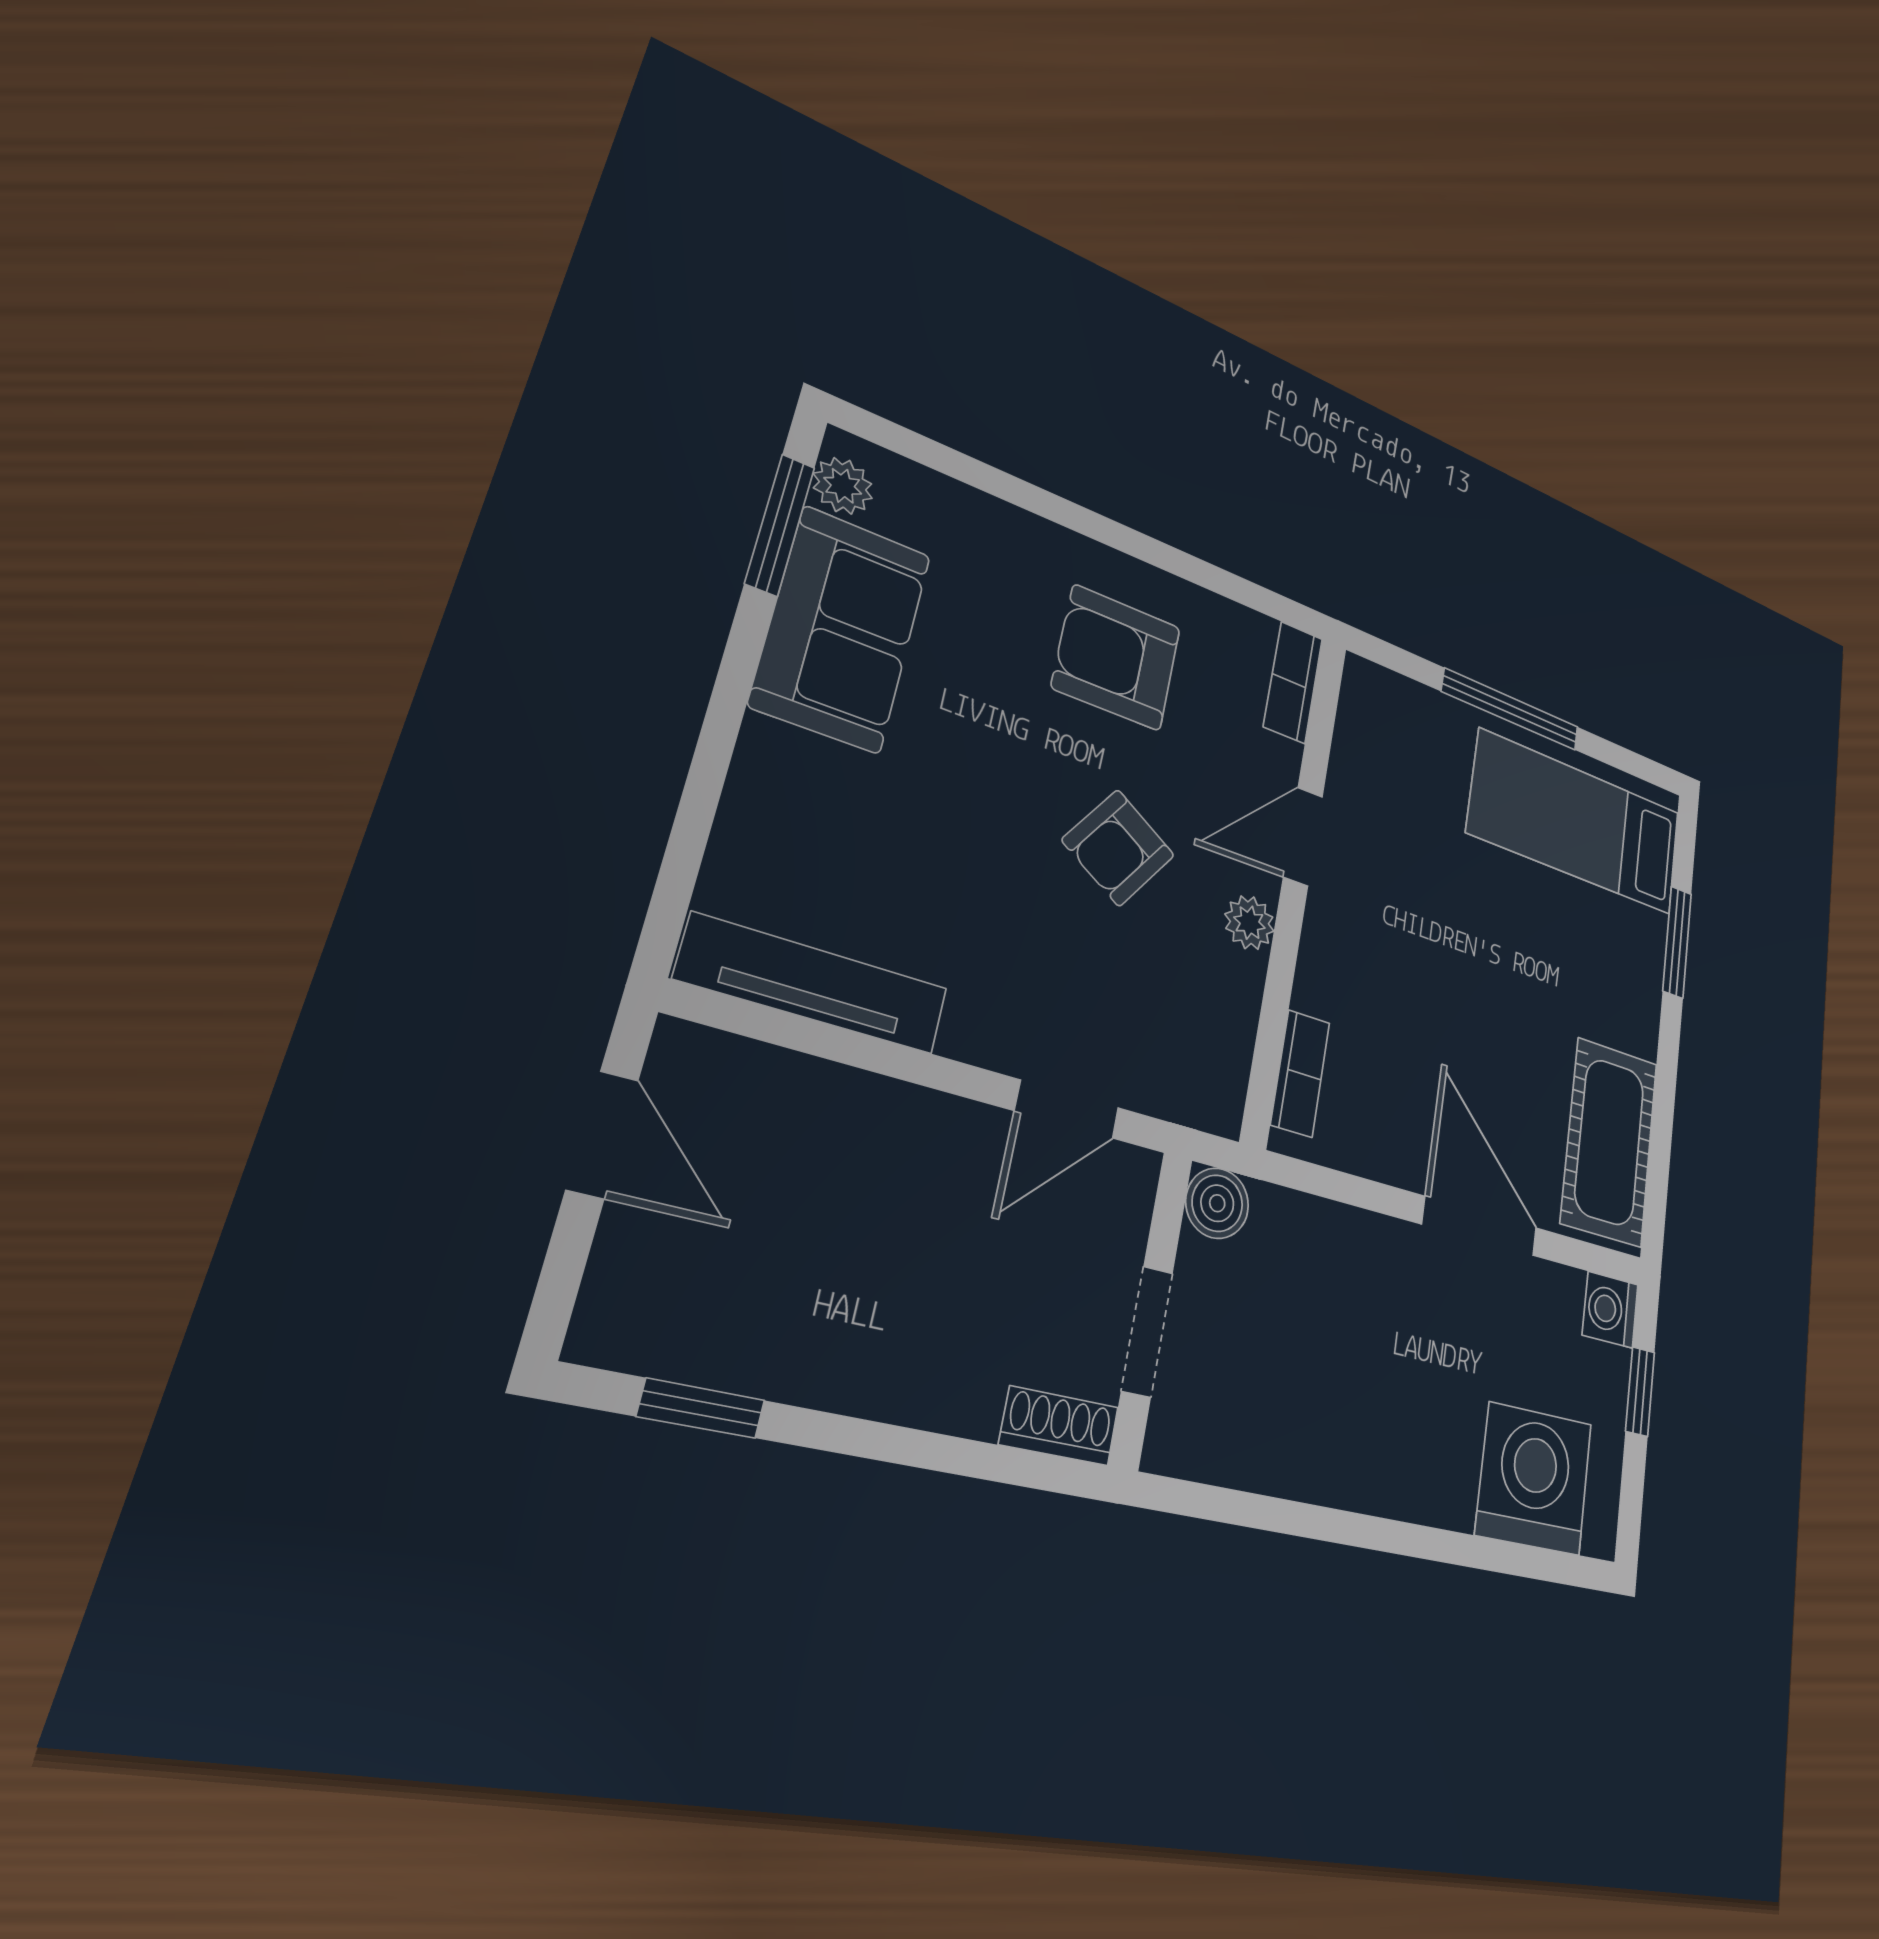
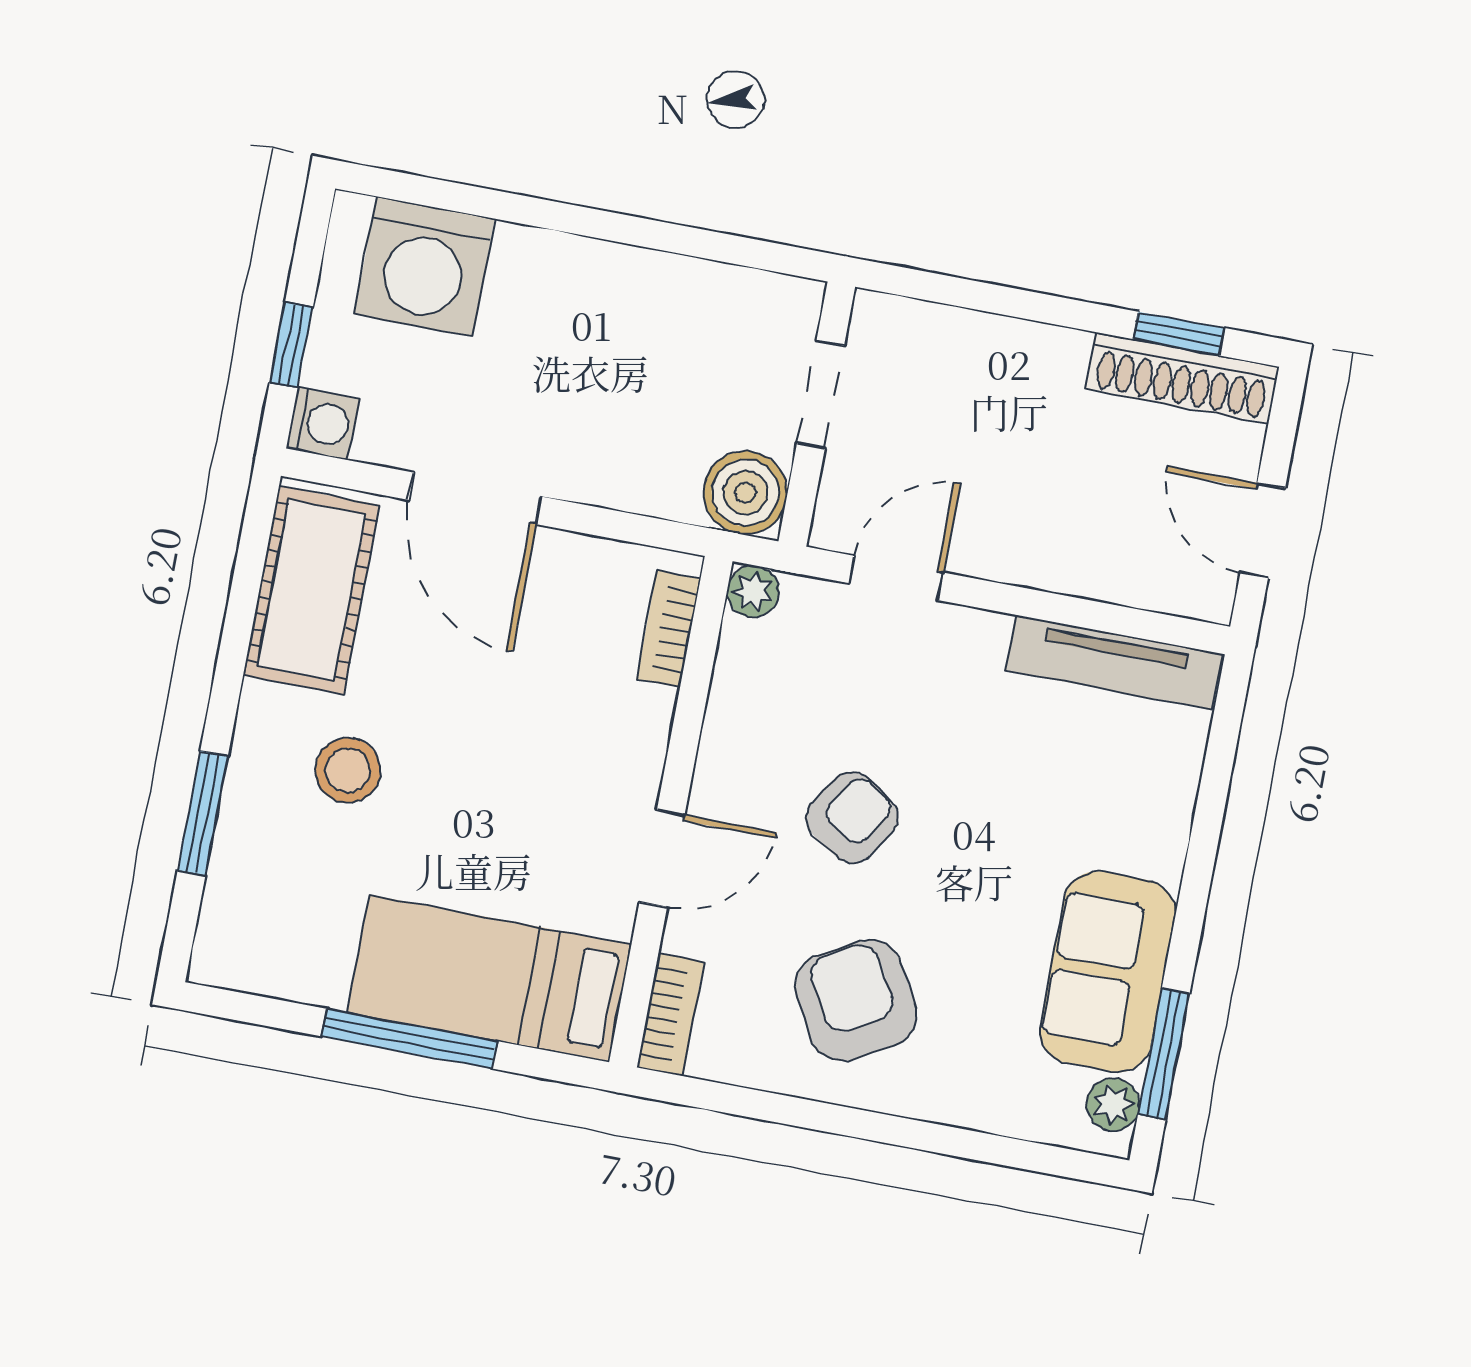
armchair: (1117, 657) -> (856, 1000), turned -119
bed: (1576, 822) -> (489, 979), moved, turned 180
plant: (1249, 923) -> (753, 591), moved
stool: (1571, 965) -> (348, 770), added
boiler: (1217, 1203) -> (745, 493), width x1.36, depth x1.36
shoe rack: (1059, 1426) -> (1182, 378), moved, width x1.94, depth x1.24

